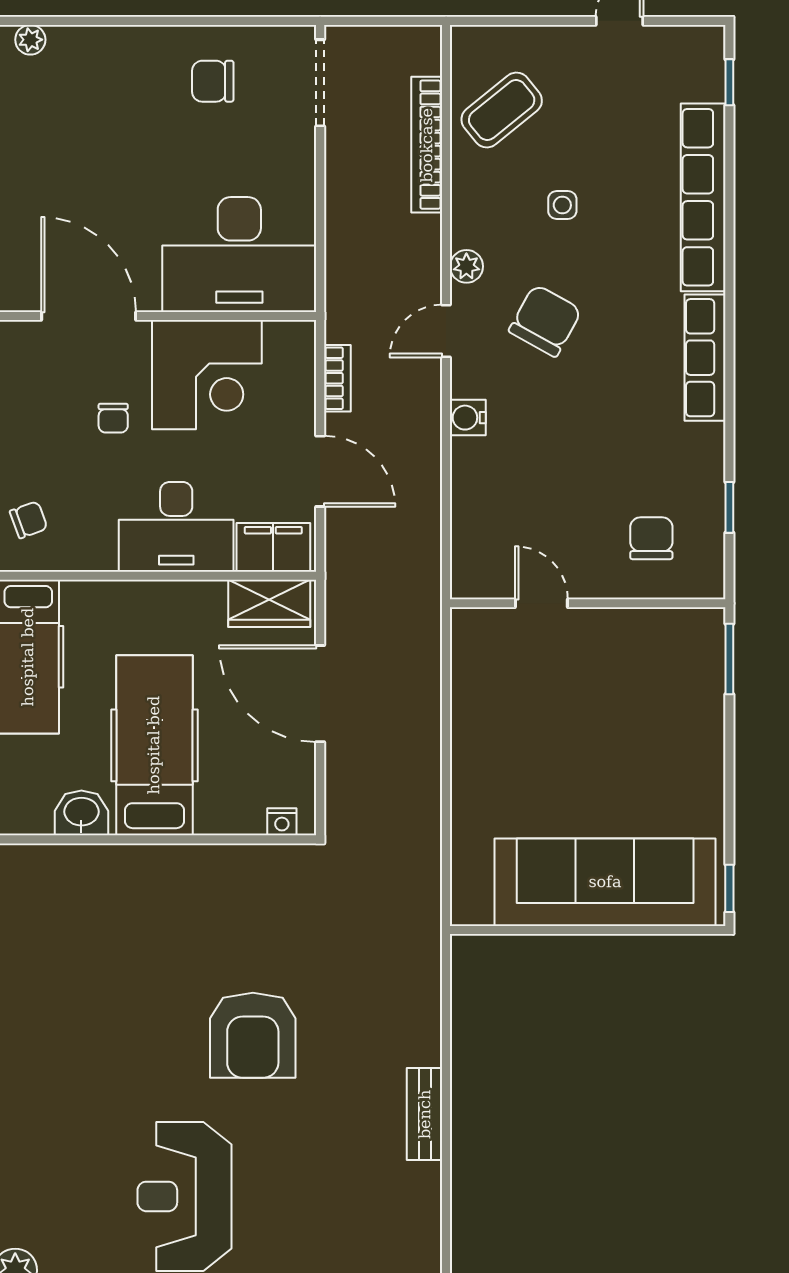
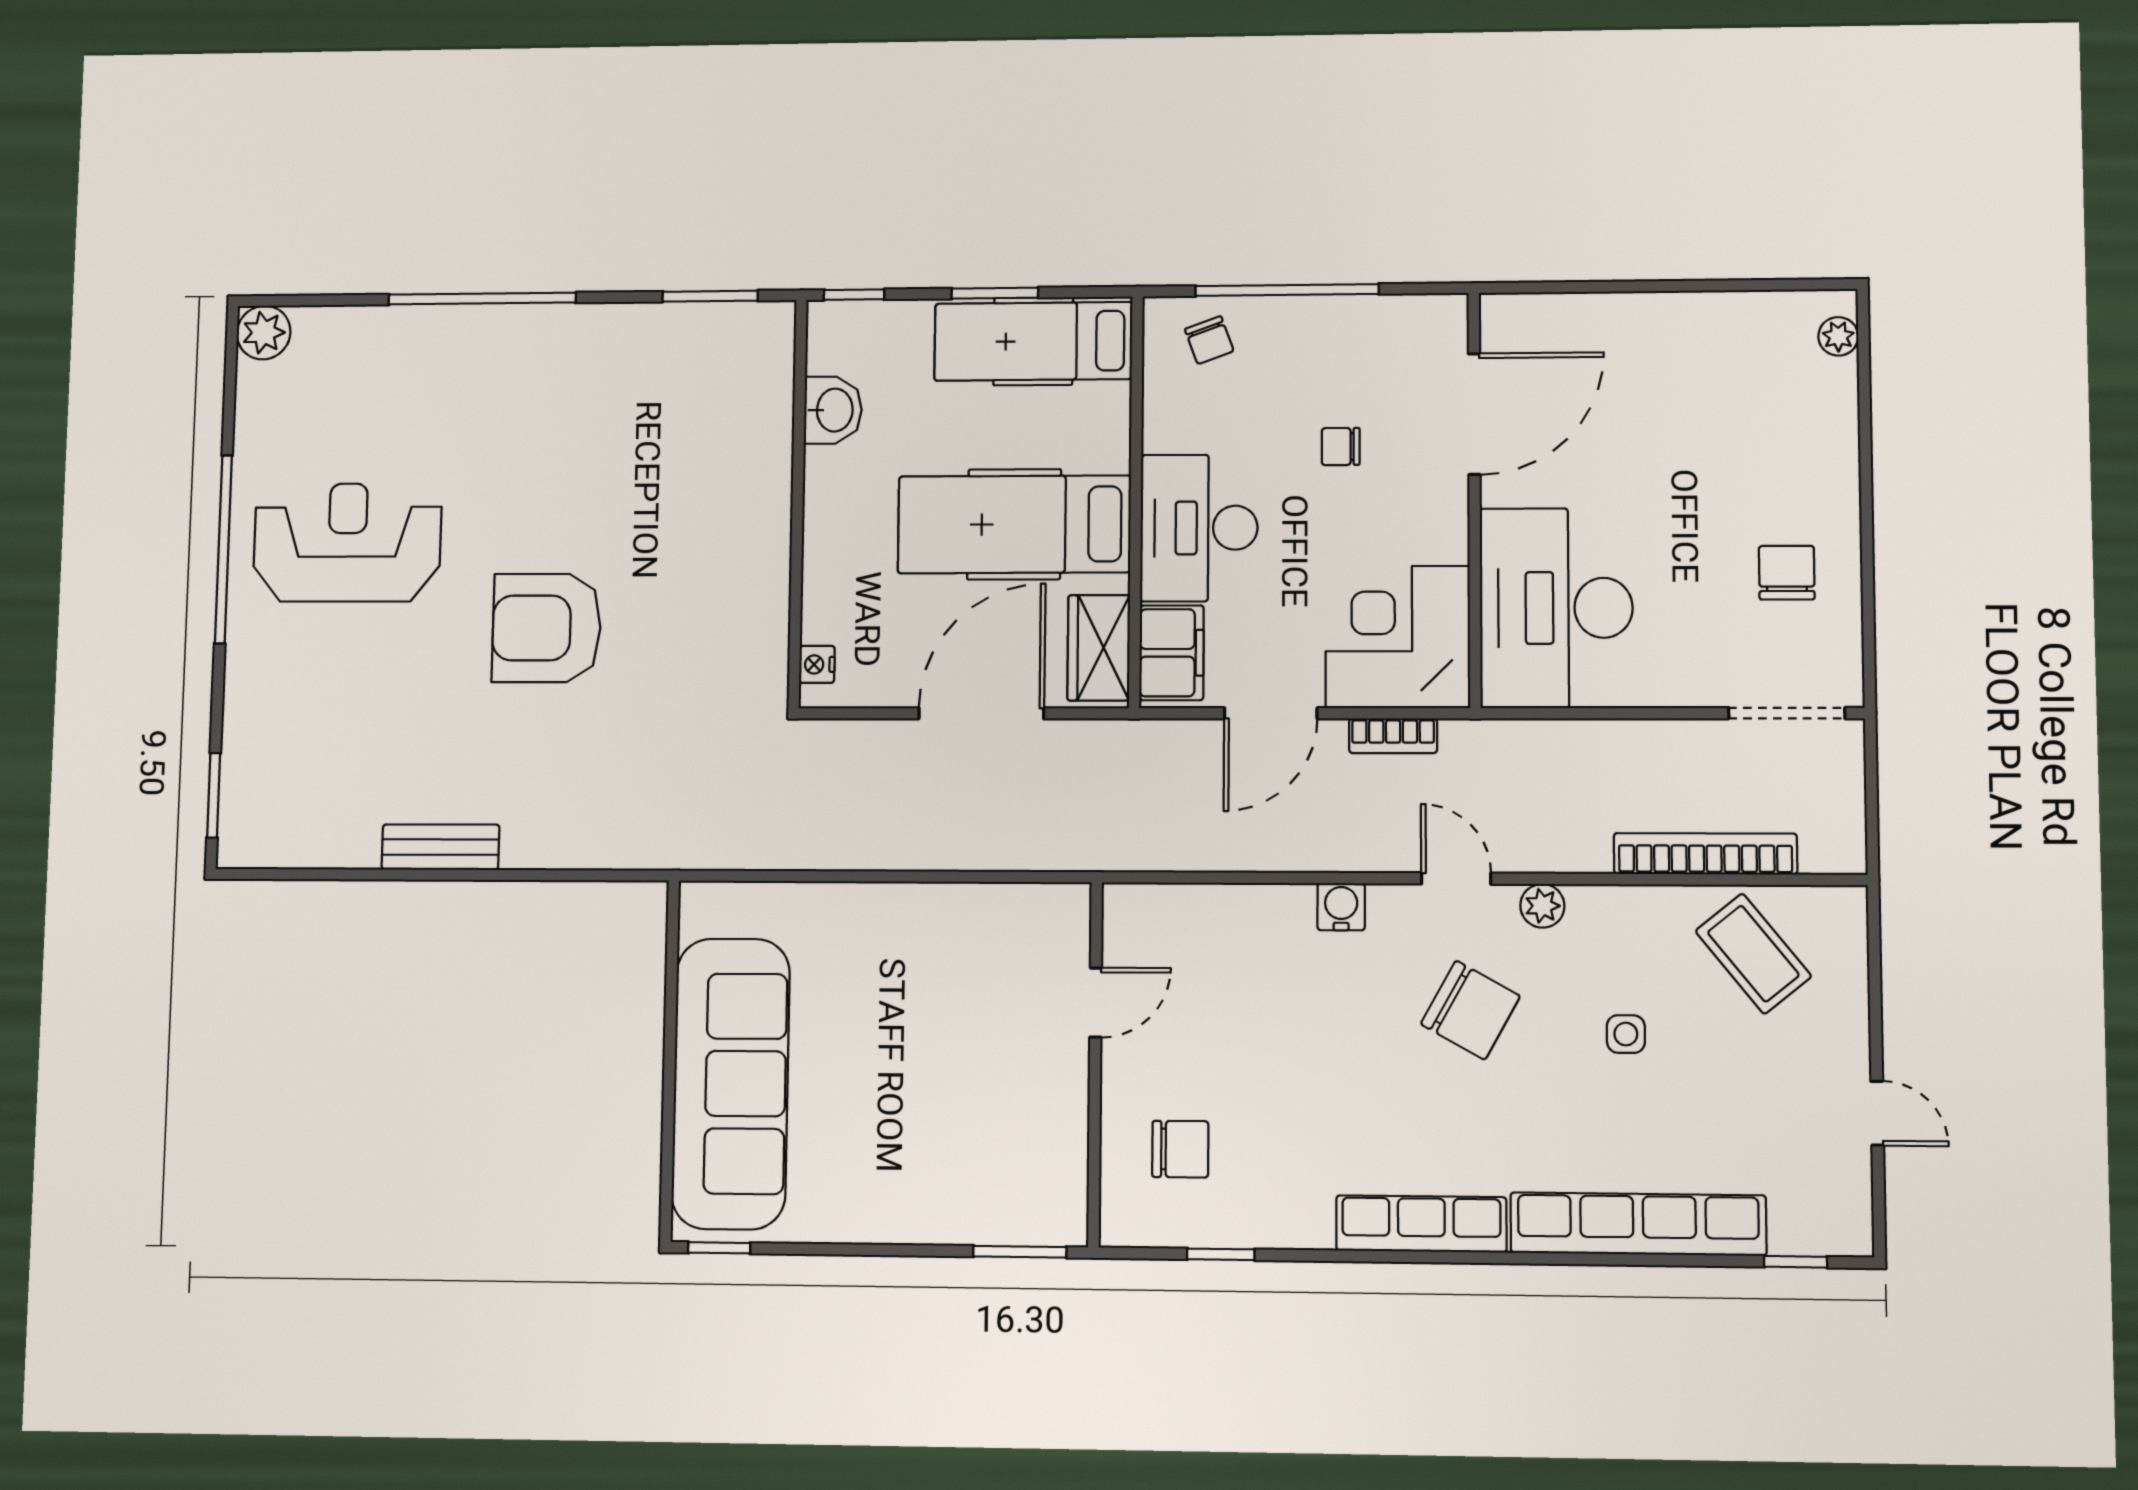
corner desk: (207, 375) -> (1398, 637), moved, turned 90
hospital bed: (154, 745) -> (1014, 524), moved, turned 180

